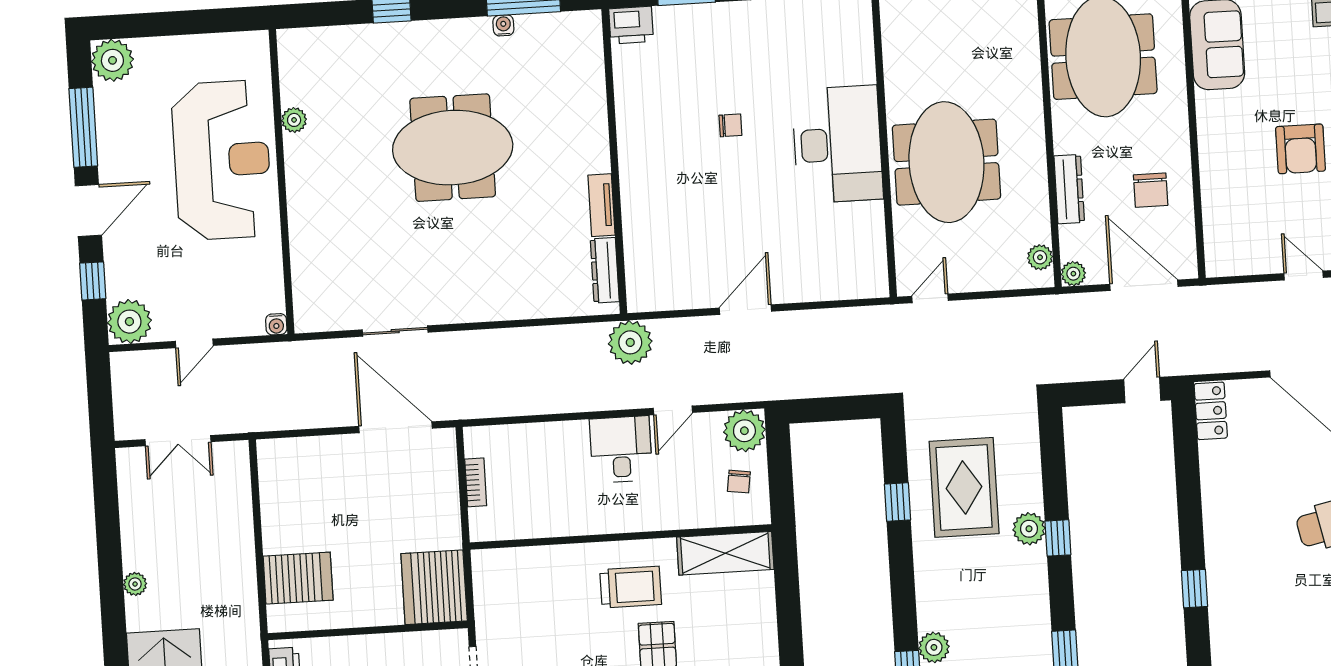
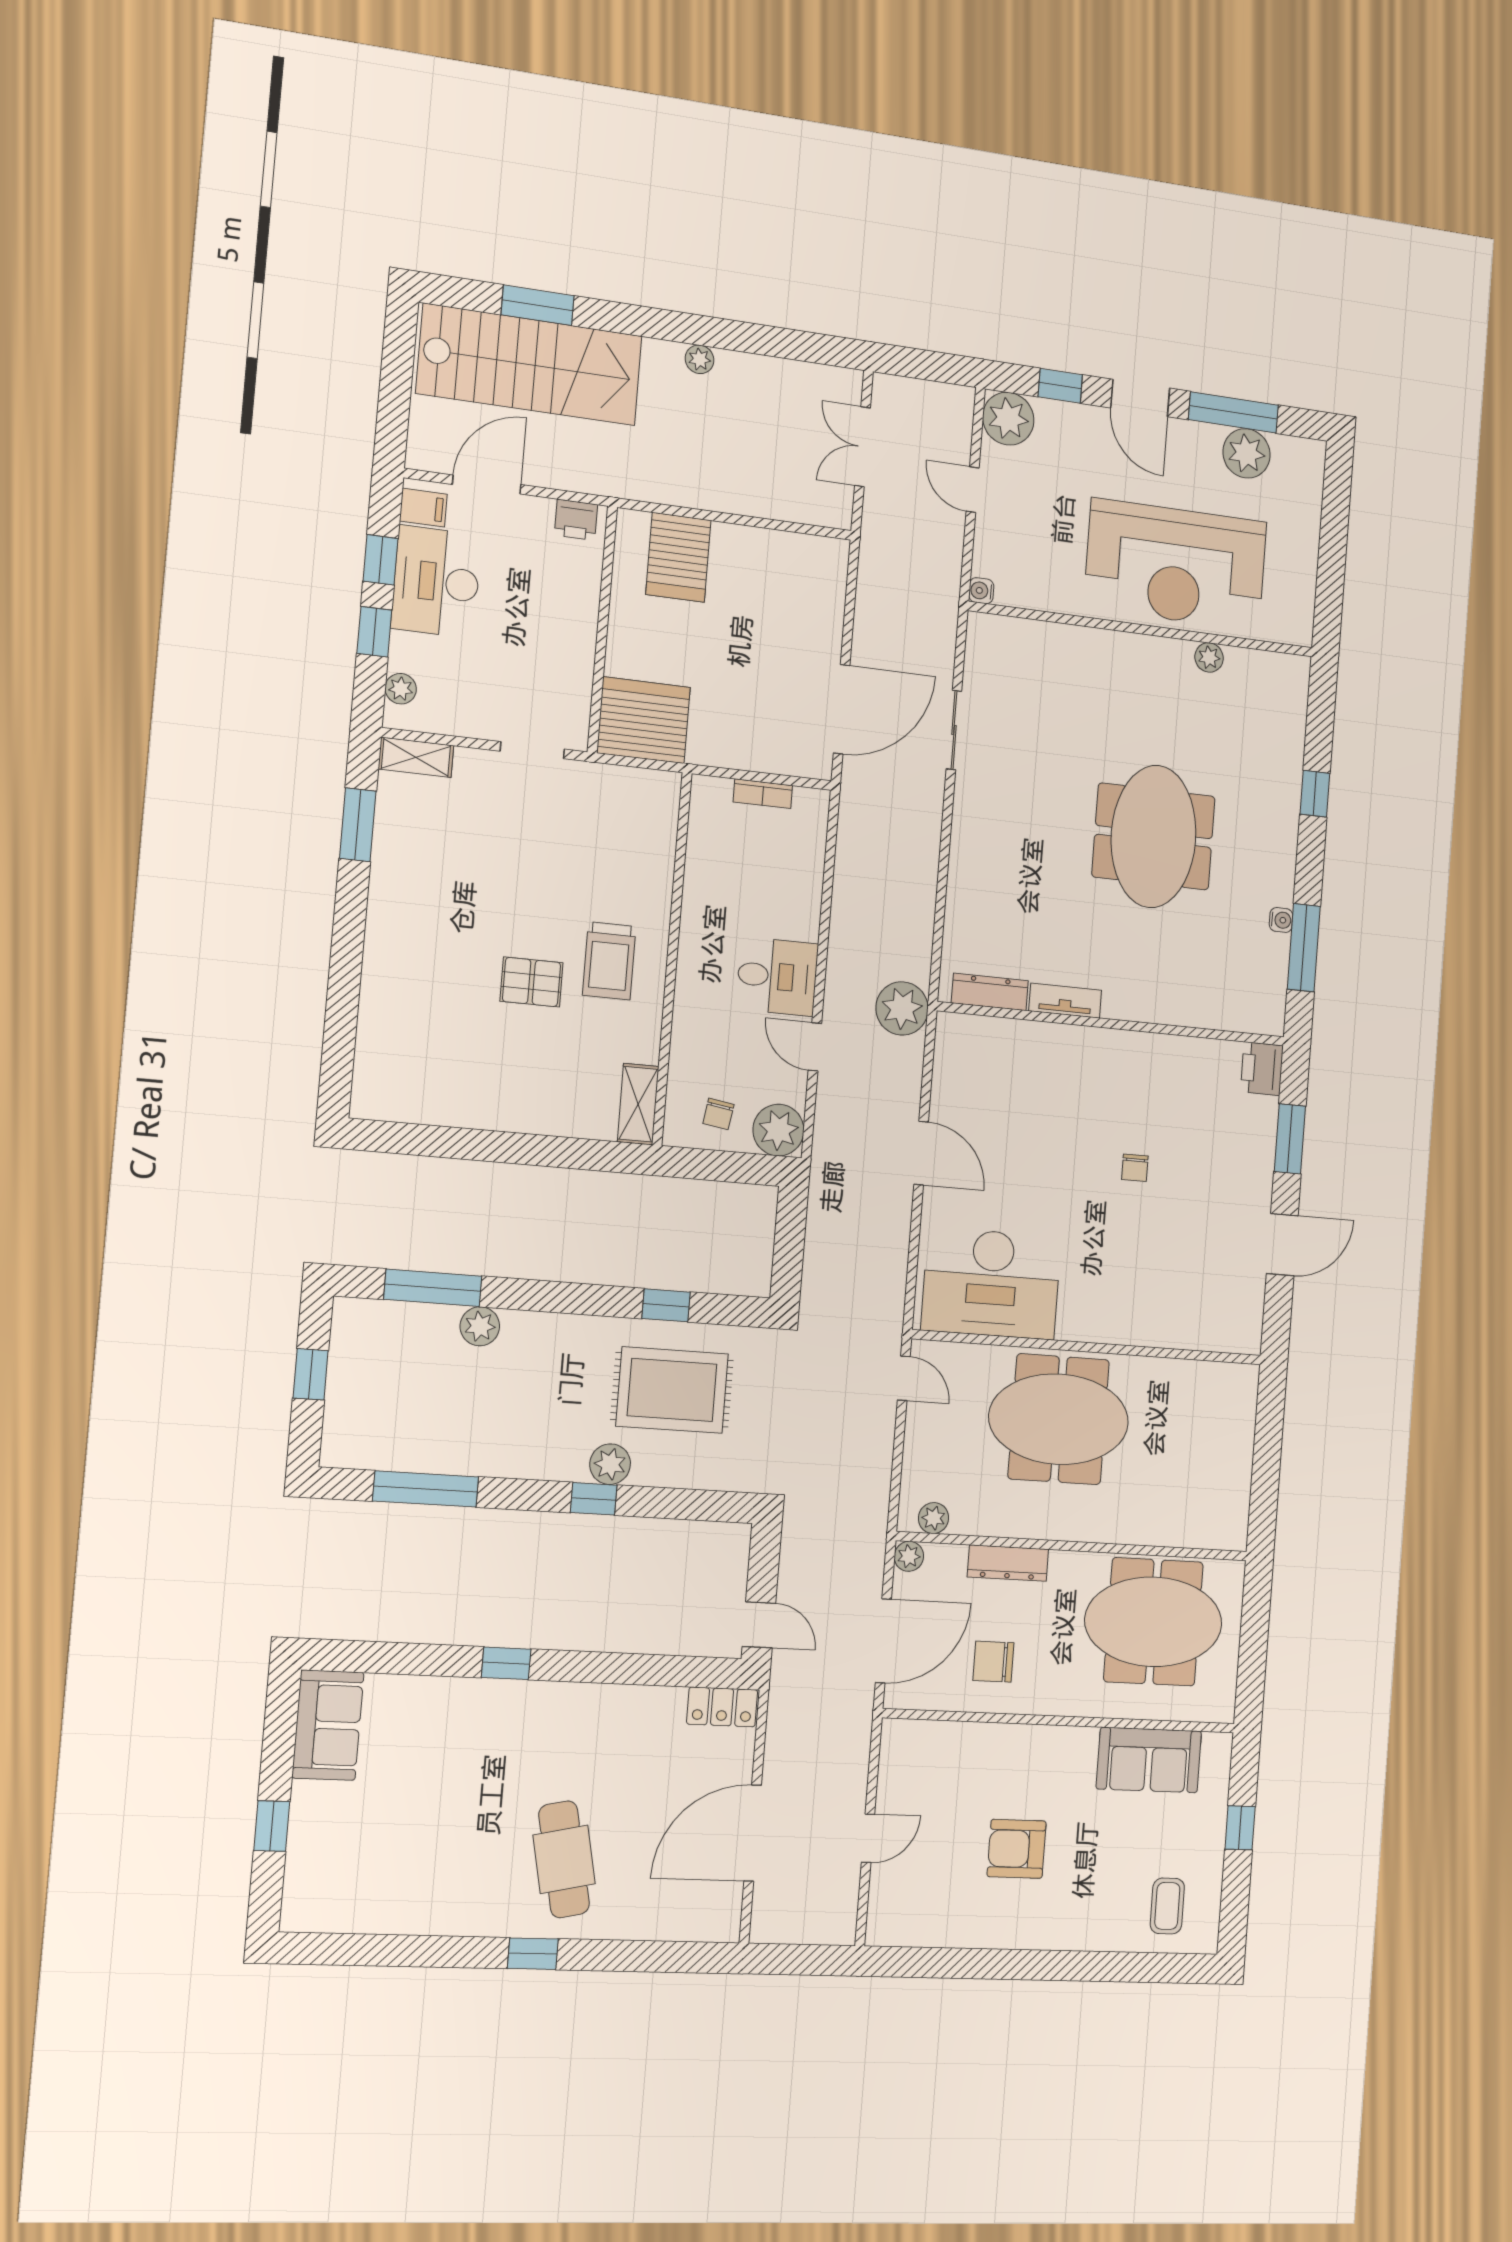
plant: (112, 60) -> (1246, 453), moved
desk: (837, 144) -> (991, 1283), moved
chair: (739, 482) -> (718, 1114), turned -89
shelving: (725, 553) -> (638, 1104), width x0.67, depth x0.75

